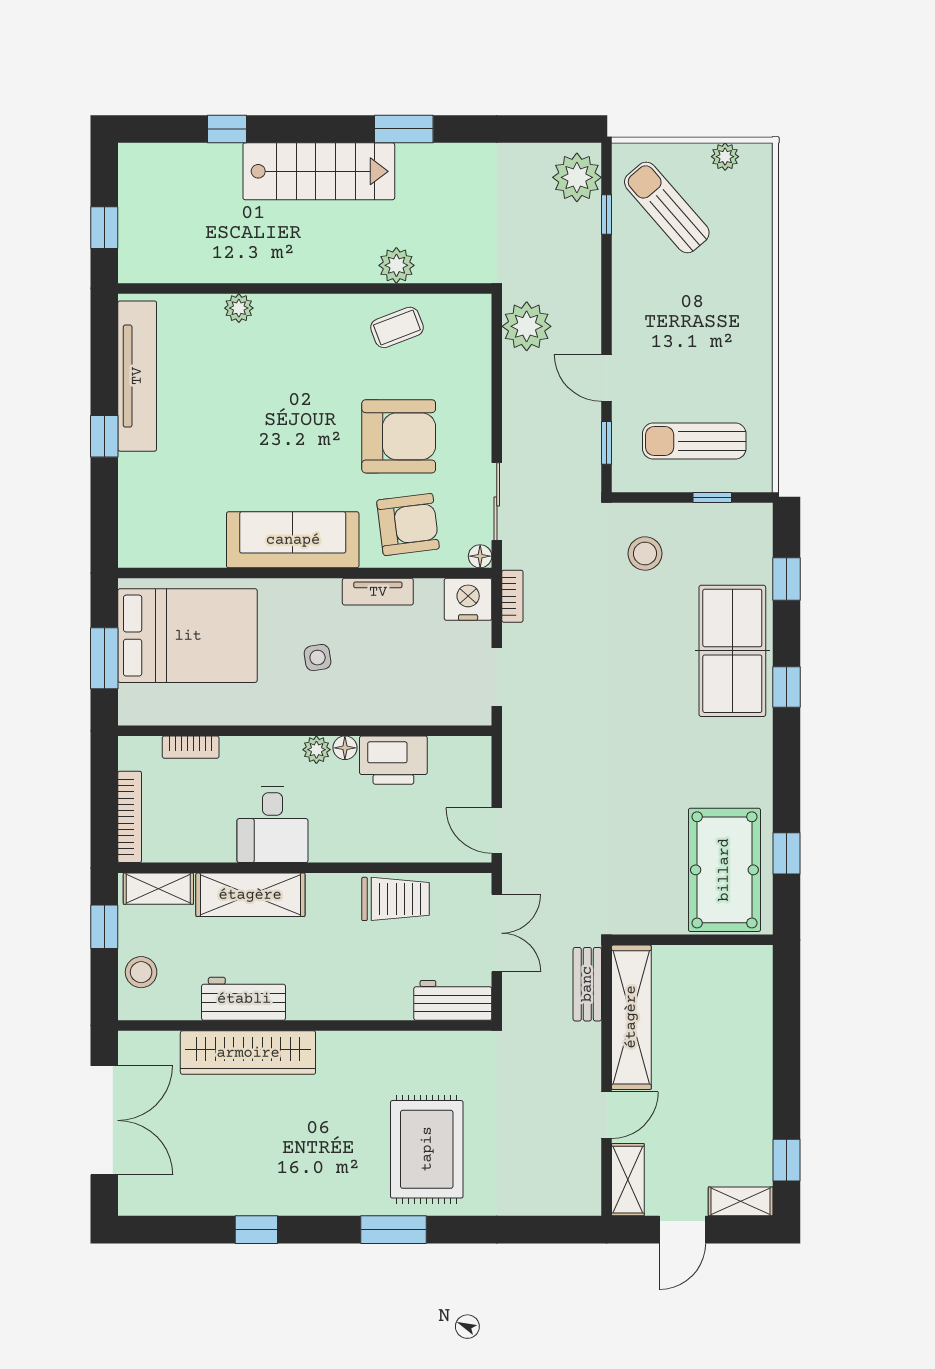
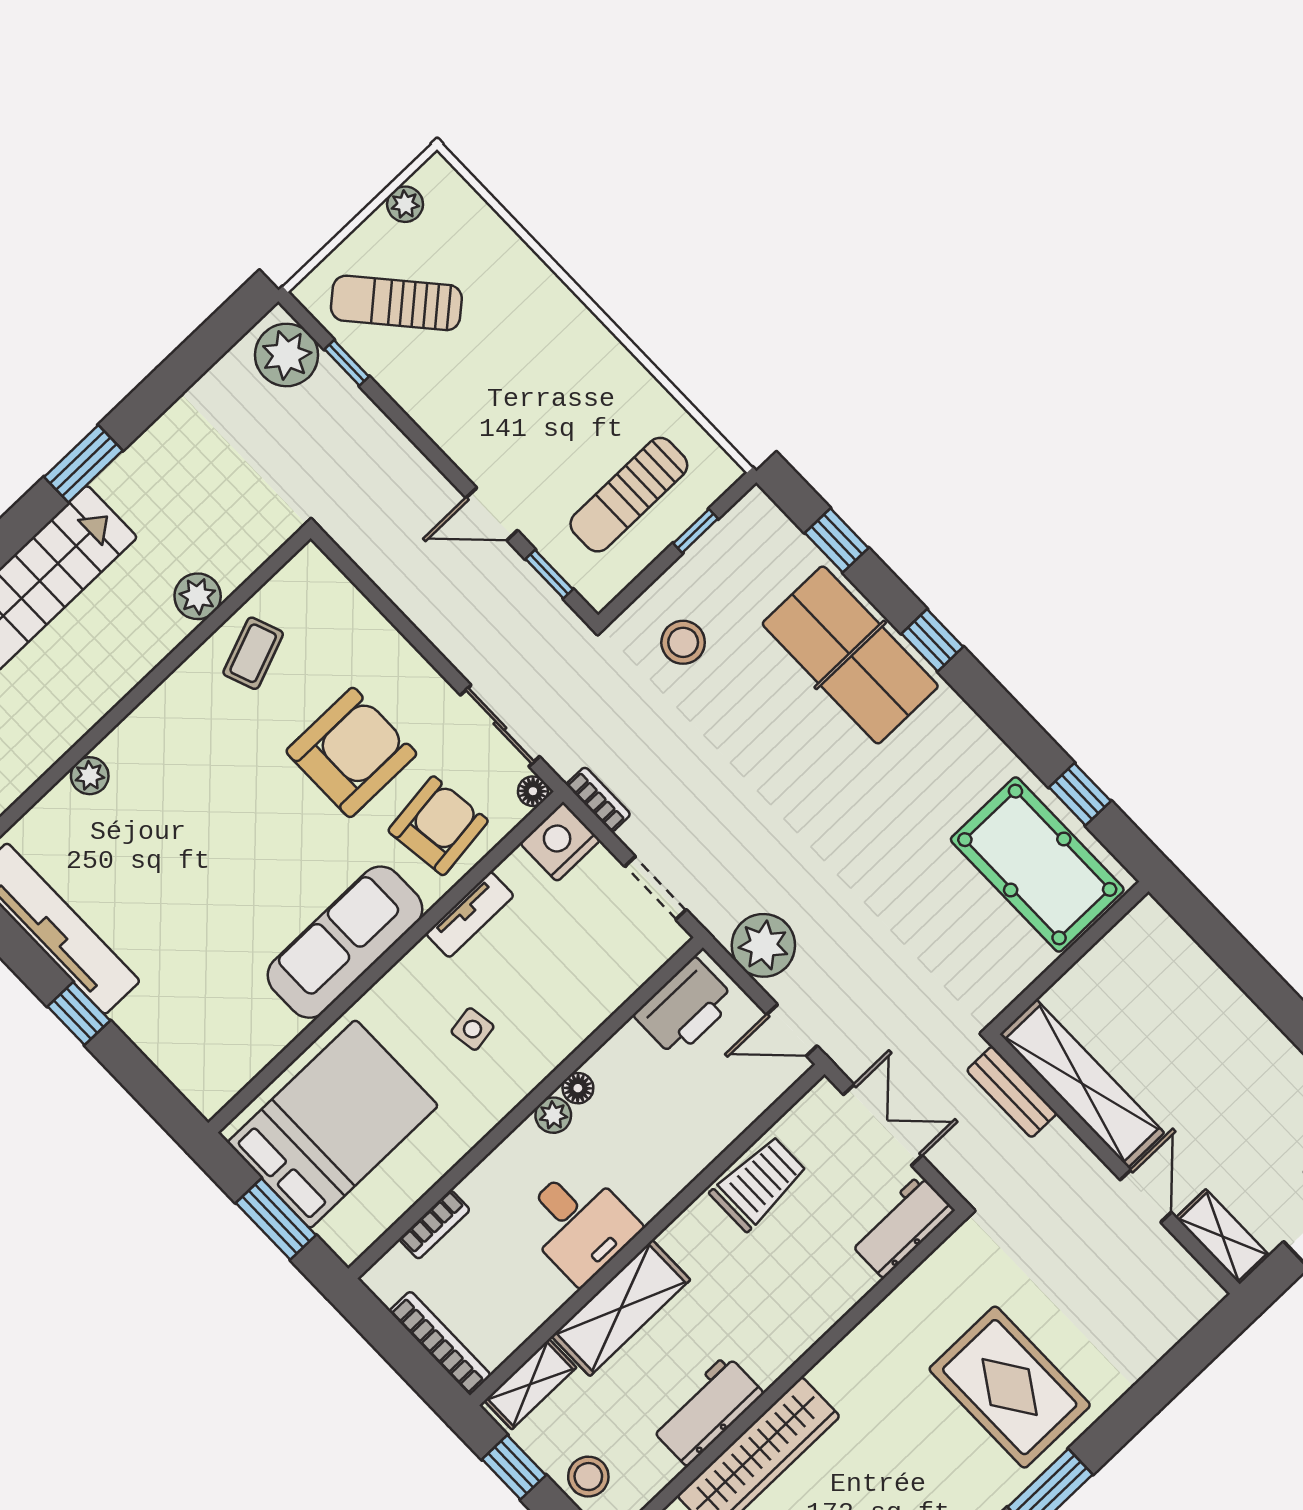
plant: (527, 326) -> (763, 945), moved
printer: (393, 760) -> (685, 1007), moved

